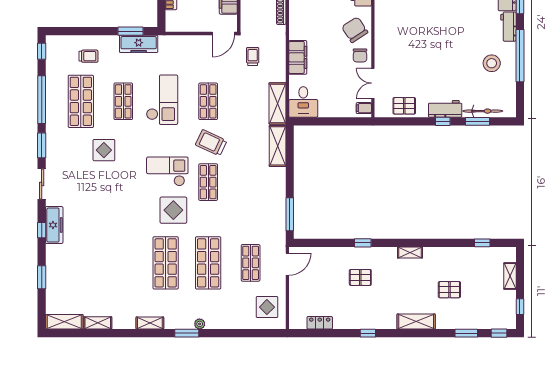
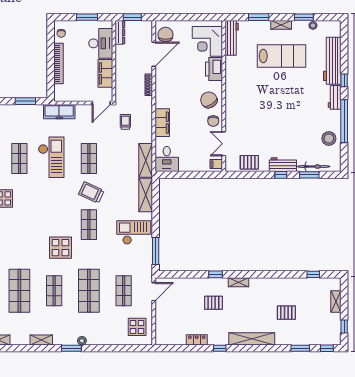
freezer: (139, 44) -> (59, 112), moved
stool: (492, 63) -> (329, 138), moved
checkout: (167, 171) -> (134, 232), moved
shelving: (410, 252) -> (238, 282), moved
shop shelf: (123, 263) -> (19, 291), added
shop shelf: (166, 263) -> (54, 291), width x0.70, depth x0.74
shelving: (416, 322) -> (252, 339), width x1.47
locker: (320, 323) -> (197, 340), moved

